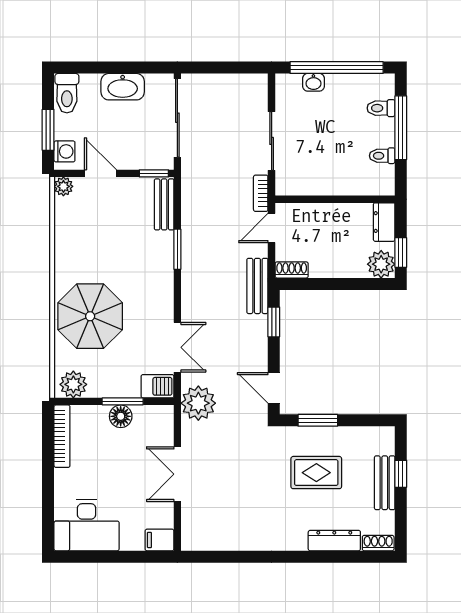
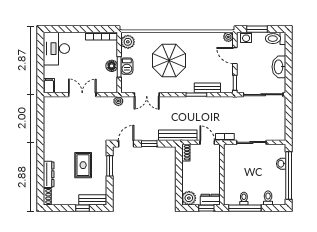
window: (401, 128) -> (245, 208), moved
door: (100, 173) -> (235, 56), swing flipped
bench: (164, 204) -> (207, 88), moved
window: (401, 253) -> (206, 208), moved
bench: (257, 286) -> (178, 135), width x1.36
parasol: (90, 316) -> (169, 60), moved
window: (274, 322) -> (149, 144), moved
barbecue: (158, 386) -> (127, 66), moved
plant: (198, 403) -> (118, 101), width x0.53, depth x0.53
bench: (385, 483) -> (92, 200), moved

